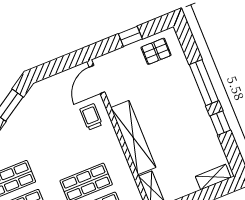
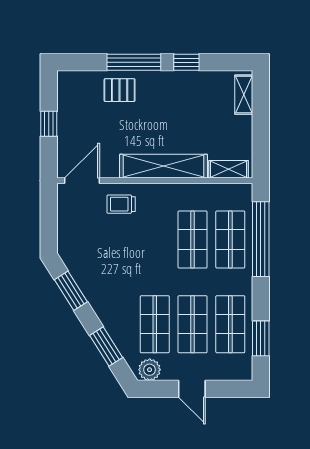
pallet: (156, 51) -> (120, 90), moved, turned 90
door: (97, 79) -> (82, 181), swing flipped

